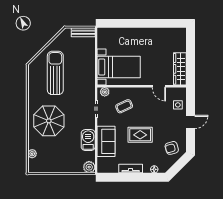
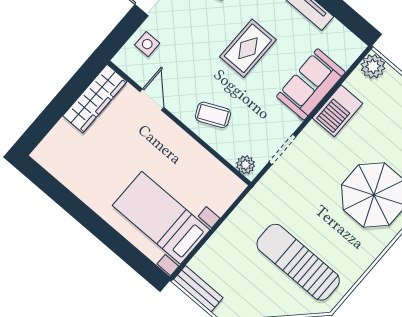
bed with nightstands: (119, 67) -> (161, 218), moved
sun lounger: (55, 73) -> (298, 262), turned 90
coffee table: (124, 106) -> (213, 115), moved
rug: (140, 135) -> (248, 48), turned 90

